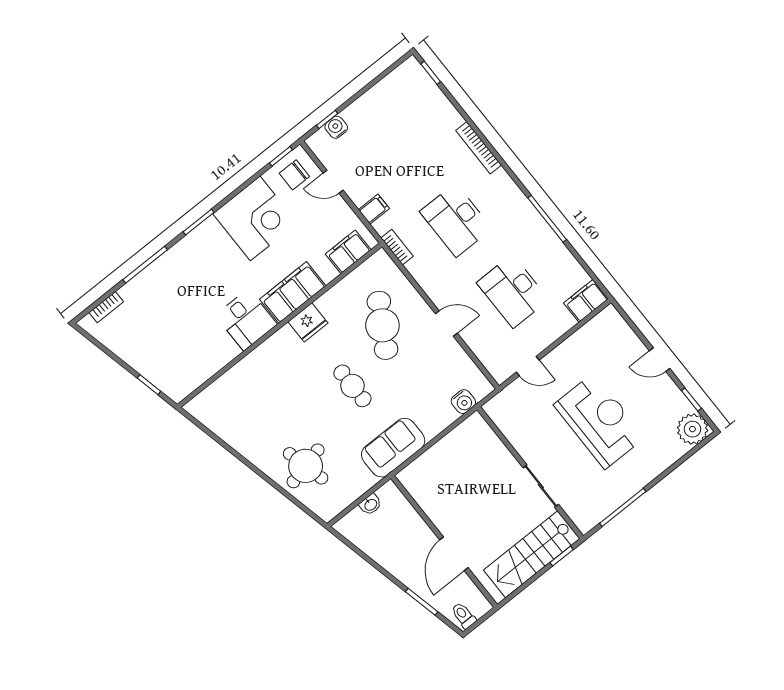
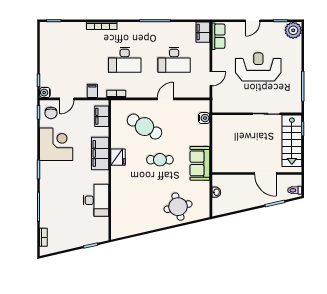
water cooler: (336, 127) -> (45, 93), moved
desk: (246, 320) -> (96, 200), moved, width x1.37
row of seats: (598, 328) -> (218, 36), added

